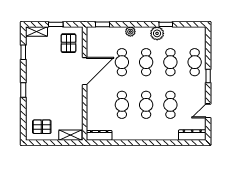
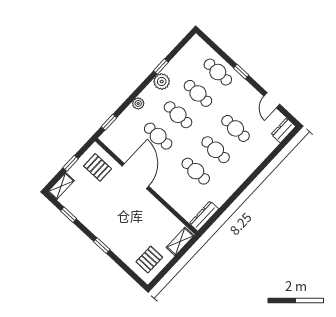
dresser: (192, 135) -> (283, 130), width x0.70

